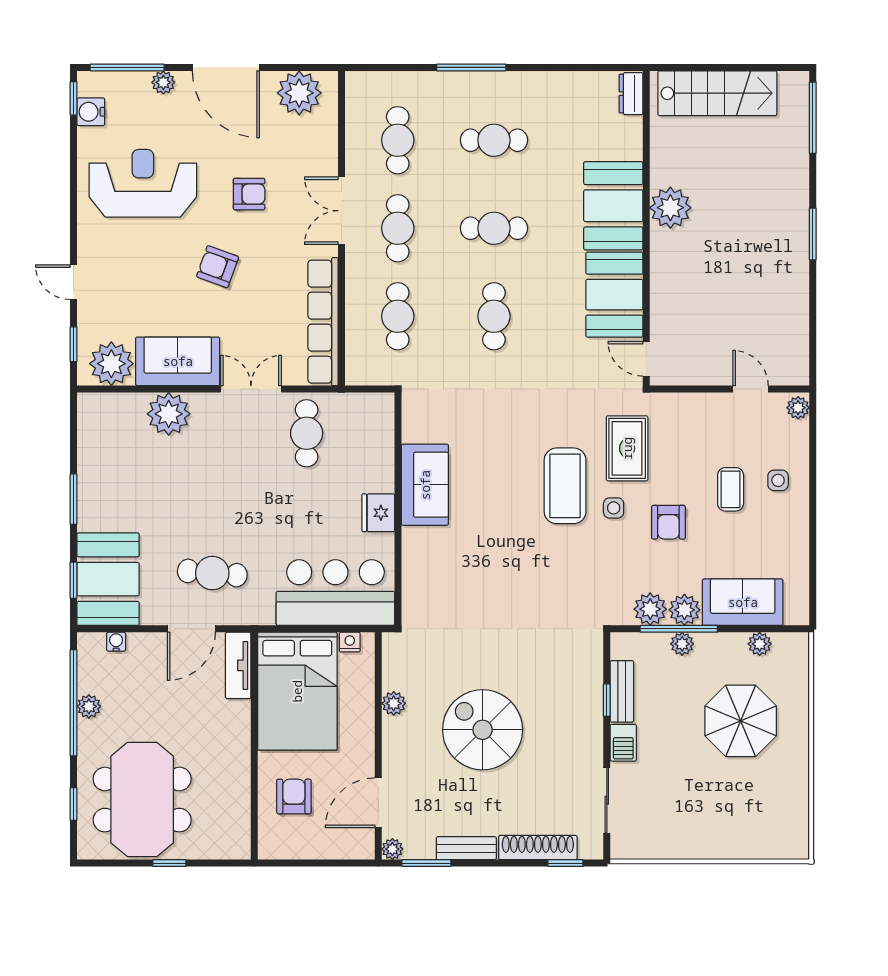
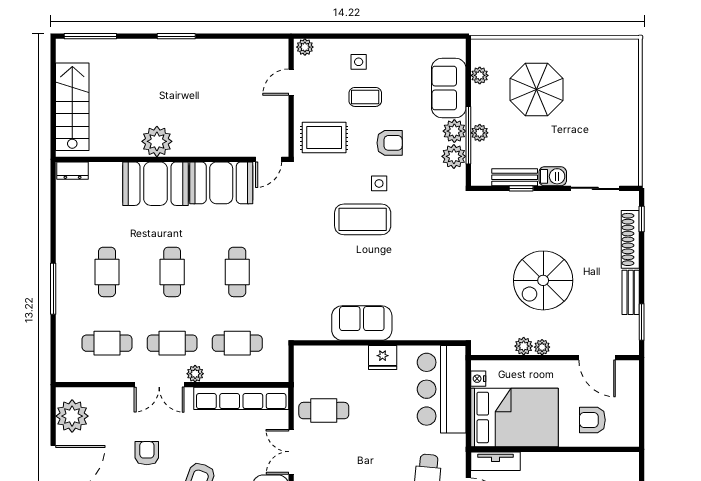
plant: (356, 259) -> (195, 374), added
cafe table: (494, 316) -> (237, 272), turned 90
rug: (627, 448) -> (324, 138), moved
plant: (392, 849) -> (542, 347), moved

